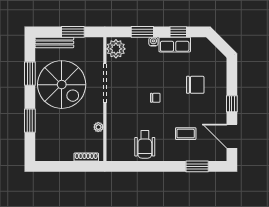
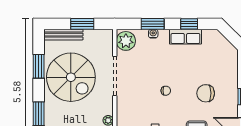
water cooler: (153, 42) -> (153, 34), moved
chair: (195, 85) -> (206, 93), moved, turned 180

